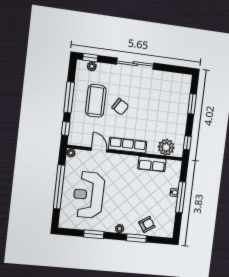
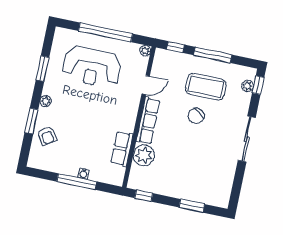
plant: (166, 147) -> (144, 155), moved
reception desk: (89, 195) -> (92, 67), turned 180

